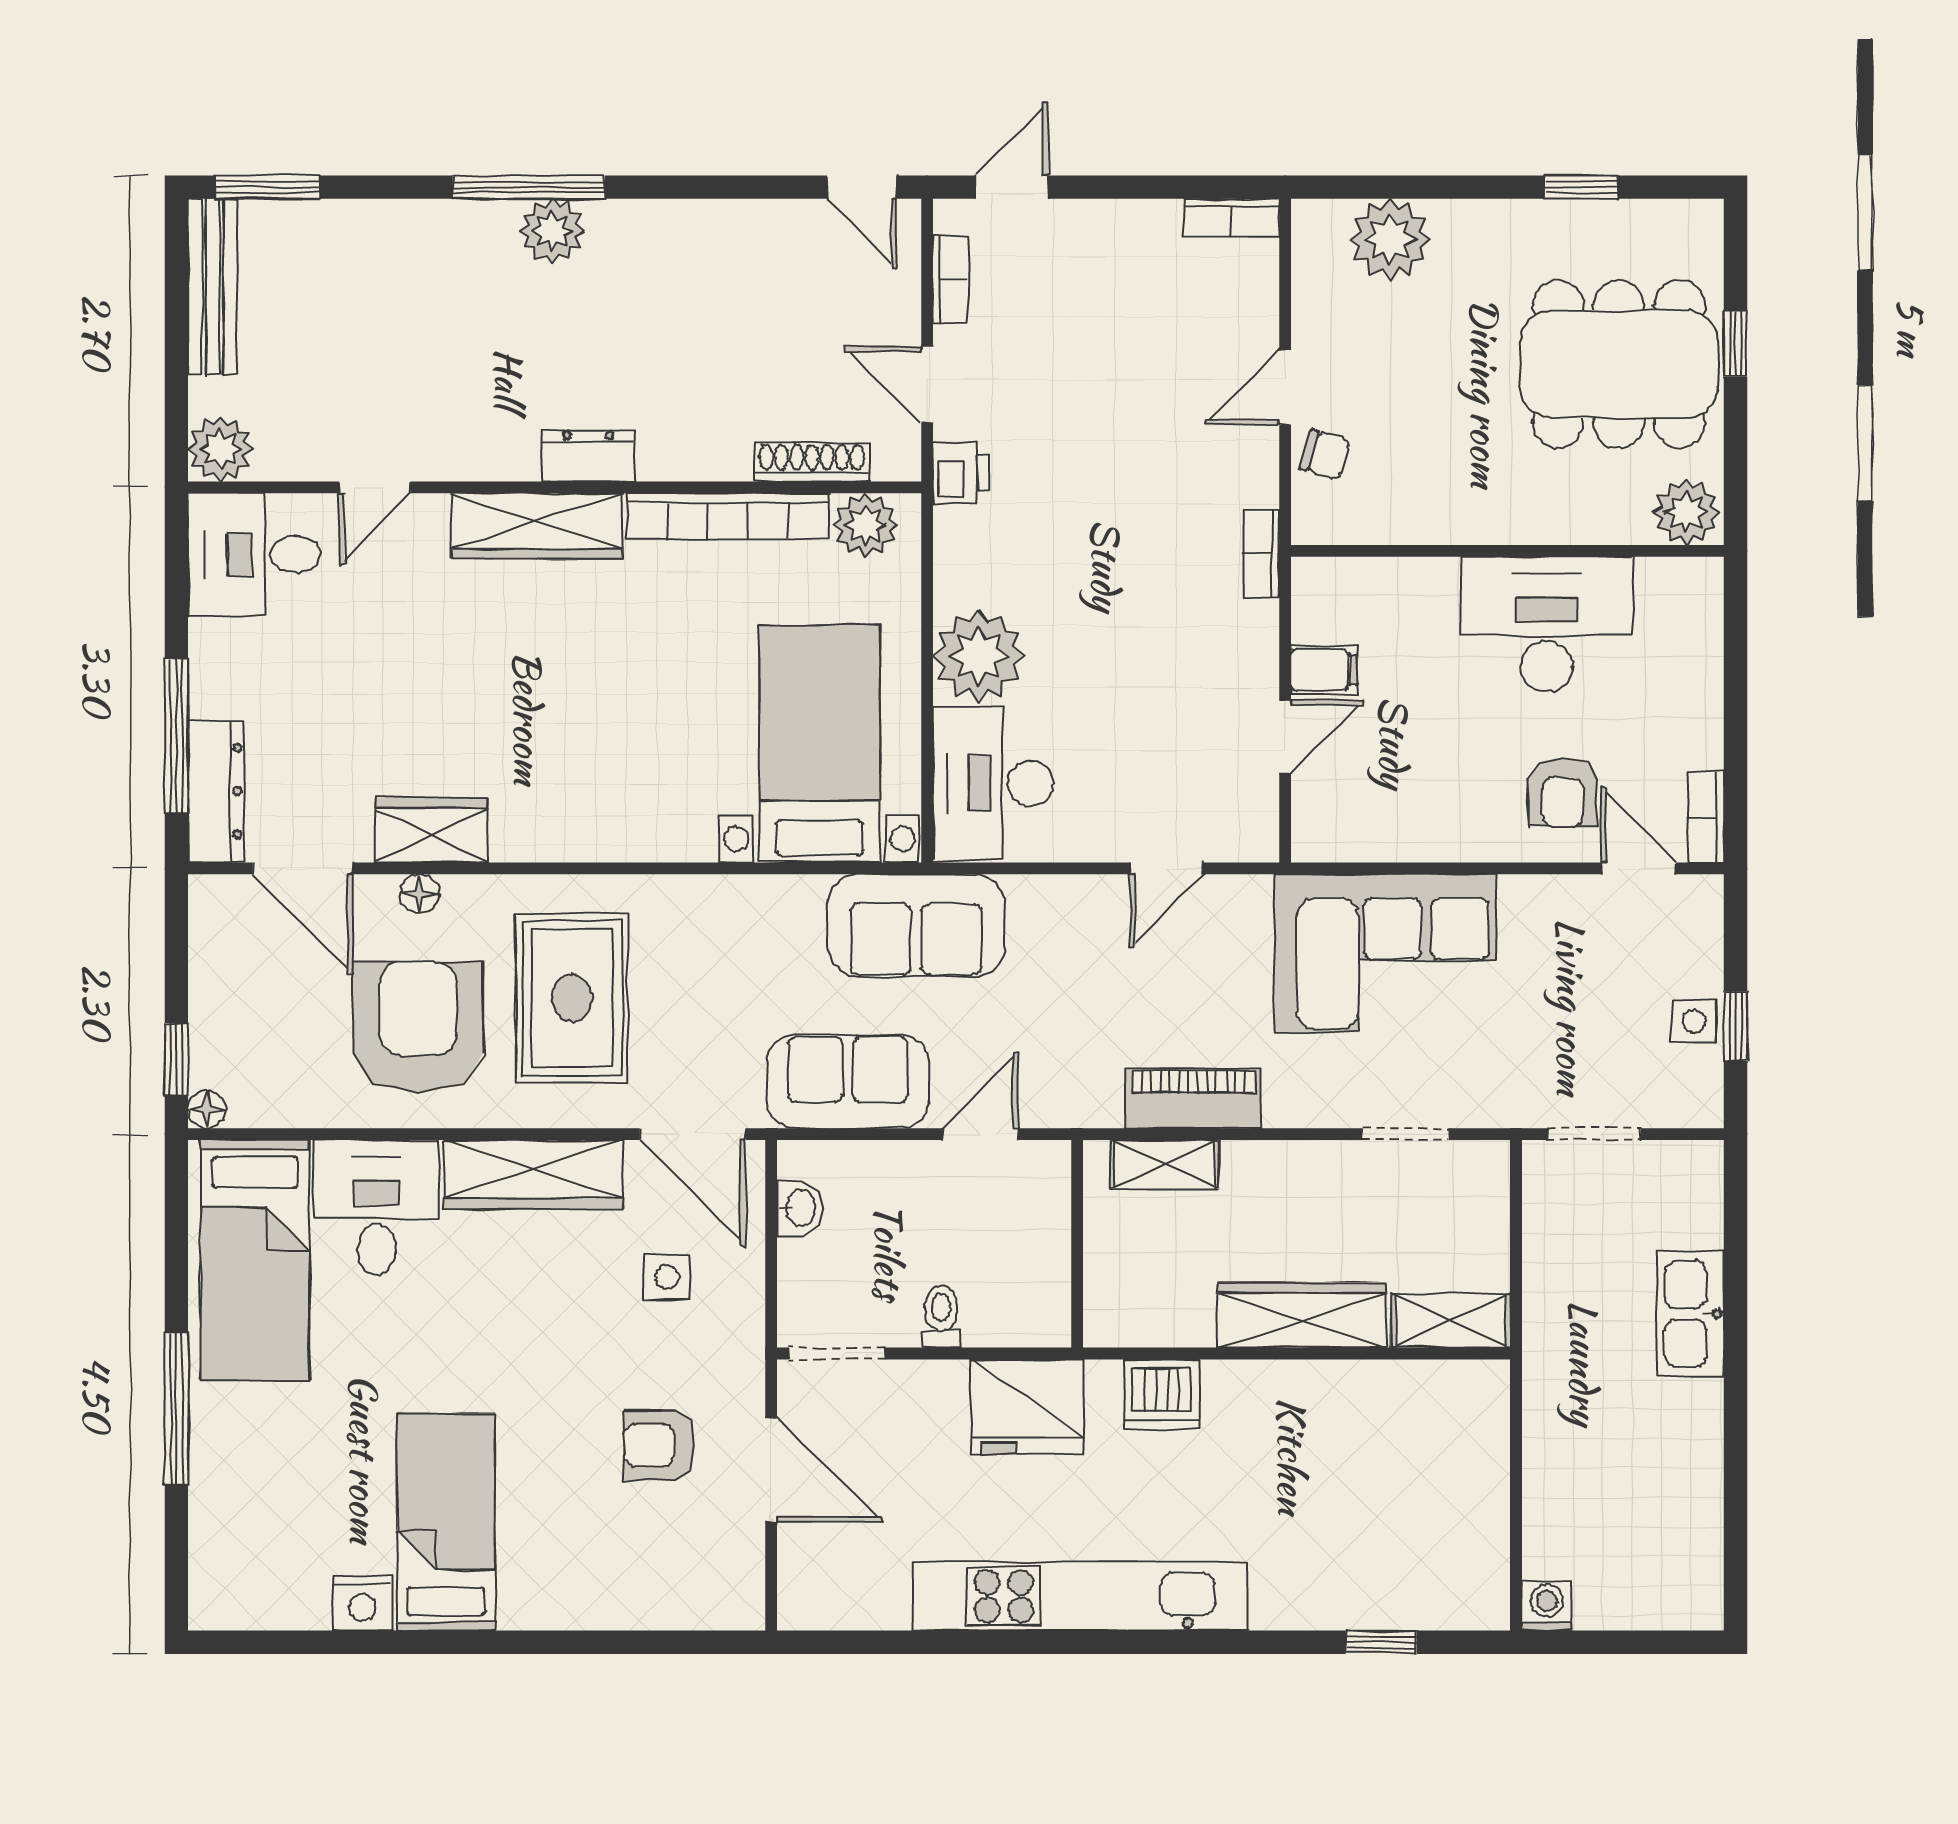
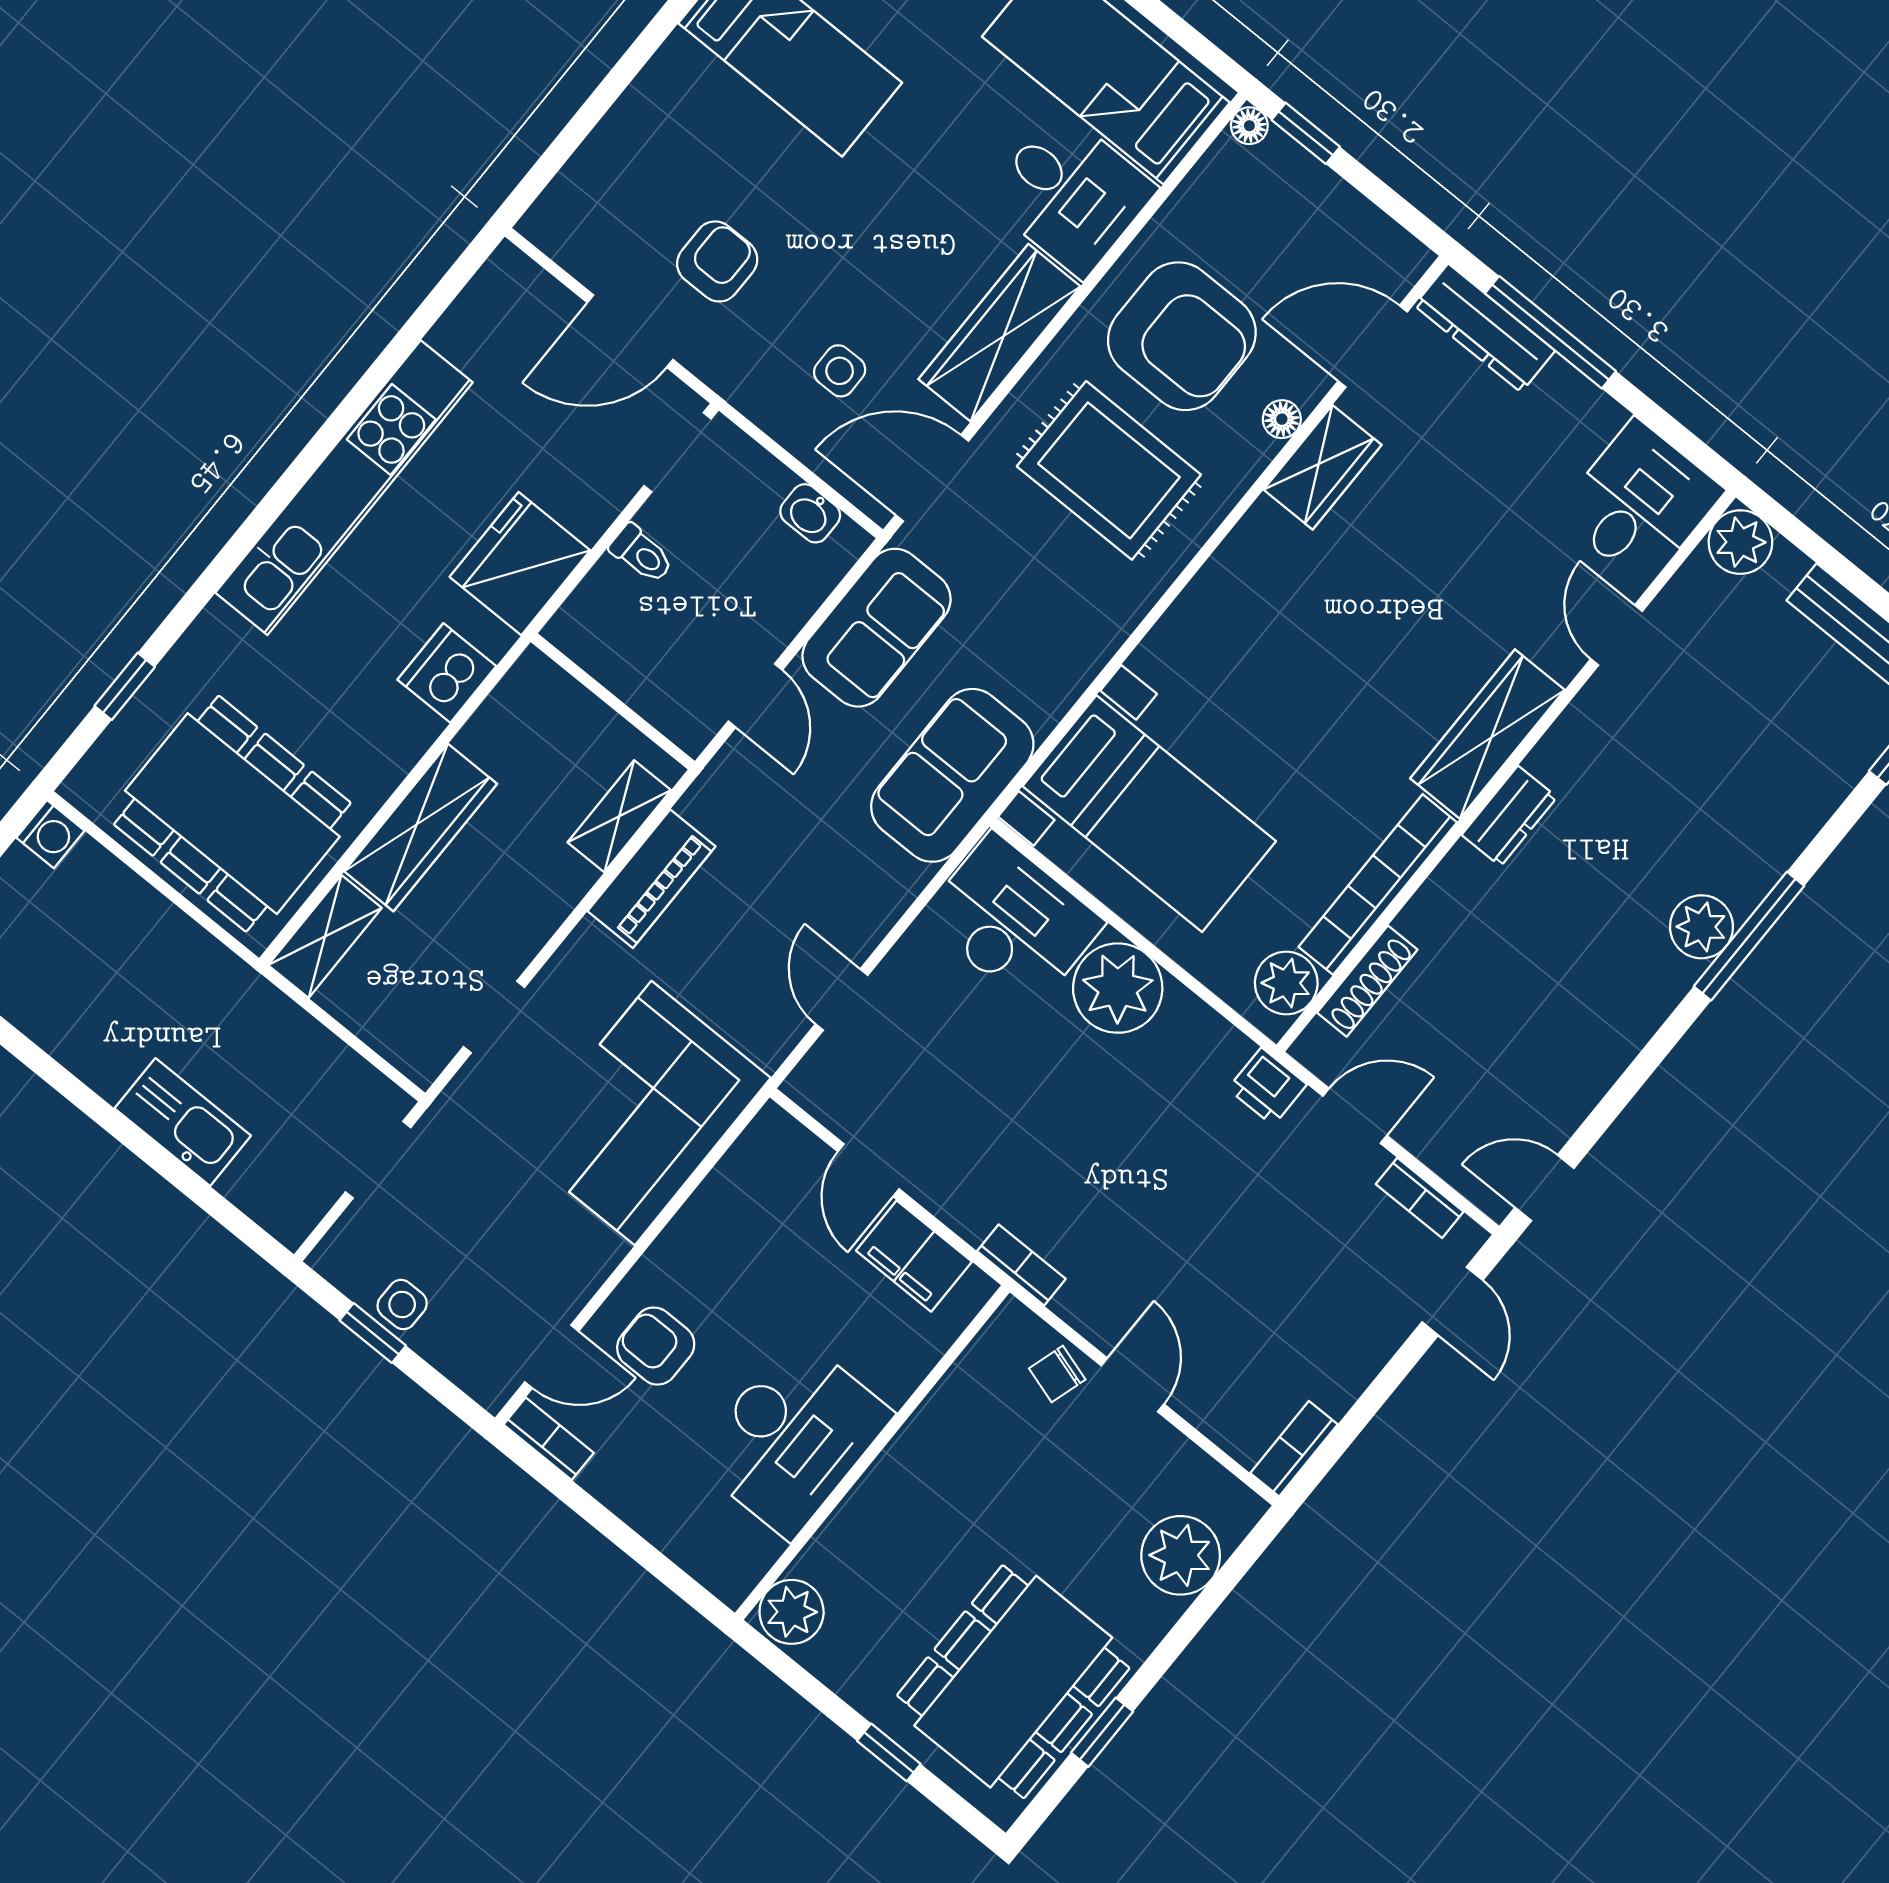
dining table: (1619, 364) -> (1013, 1682), moved
filing cabinet: (1324, 670) -> (914, 1256), width x2.00
dining table: (1413, 1474) -> (232, 814), added

